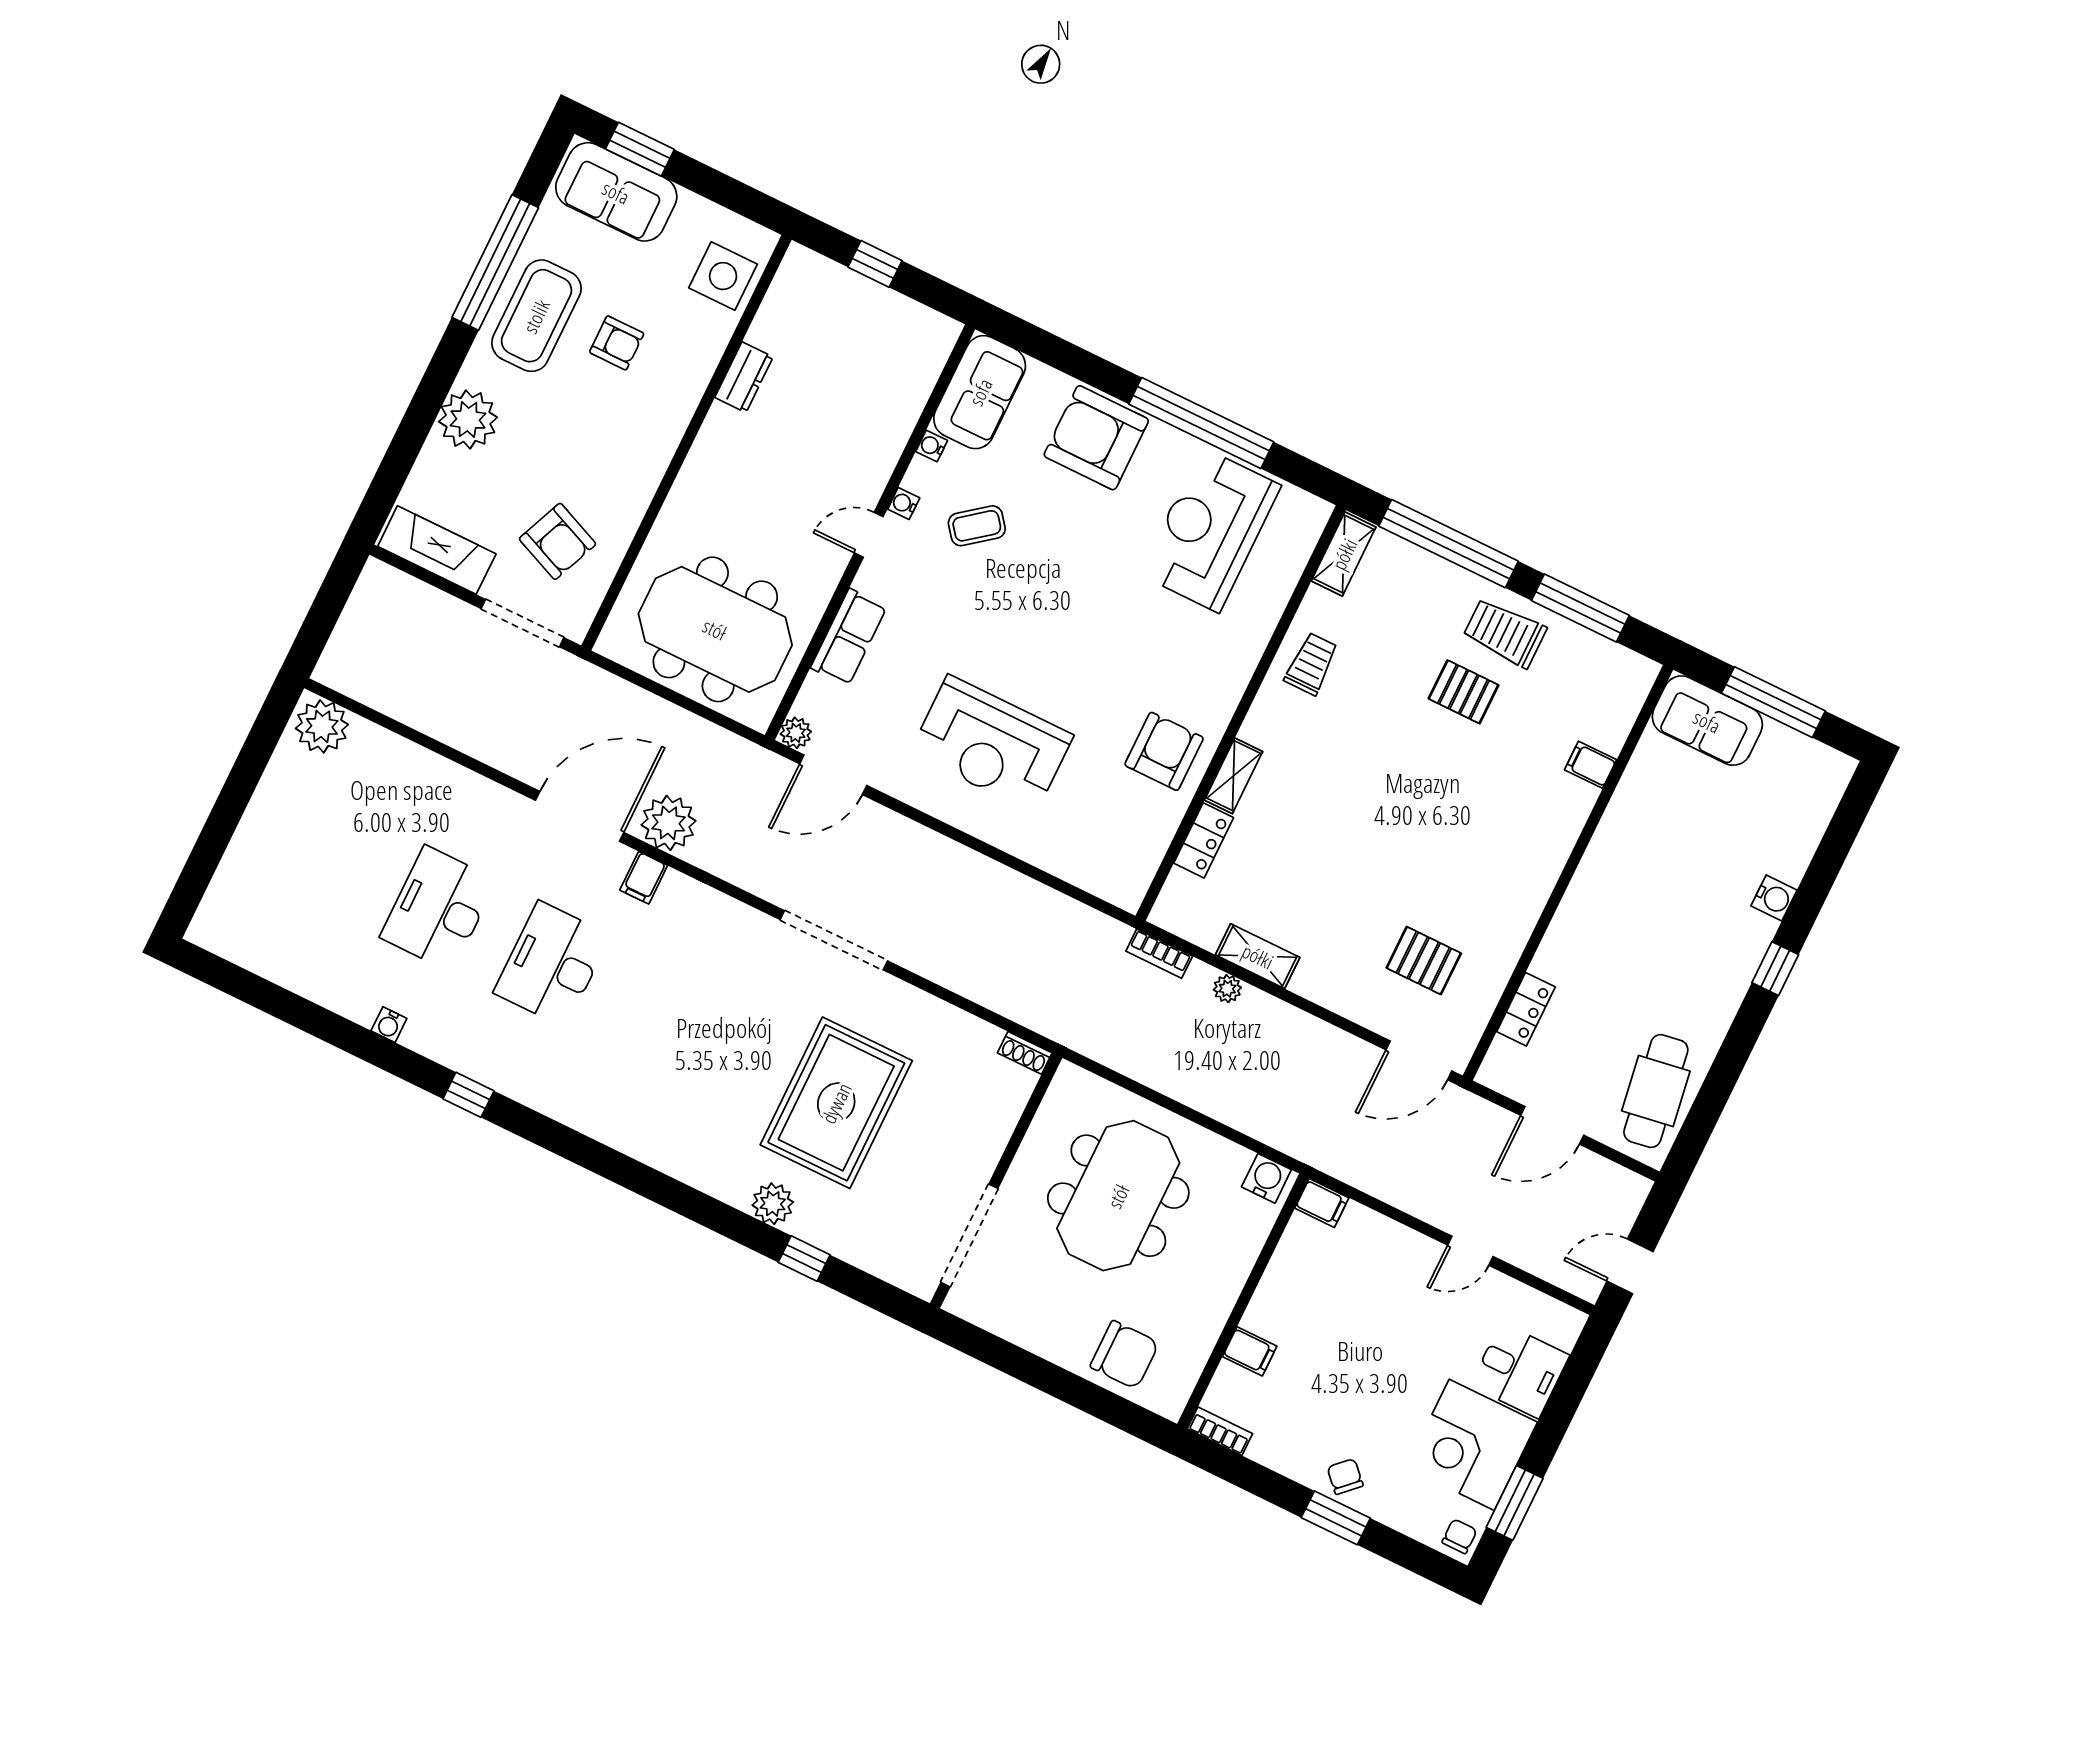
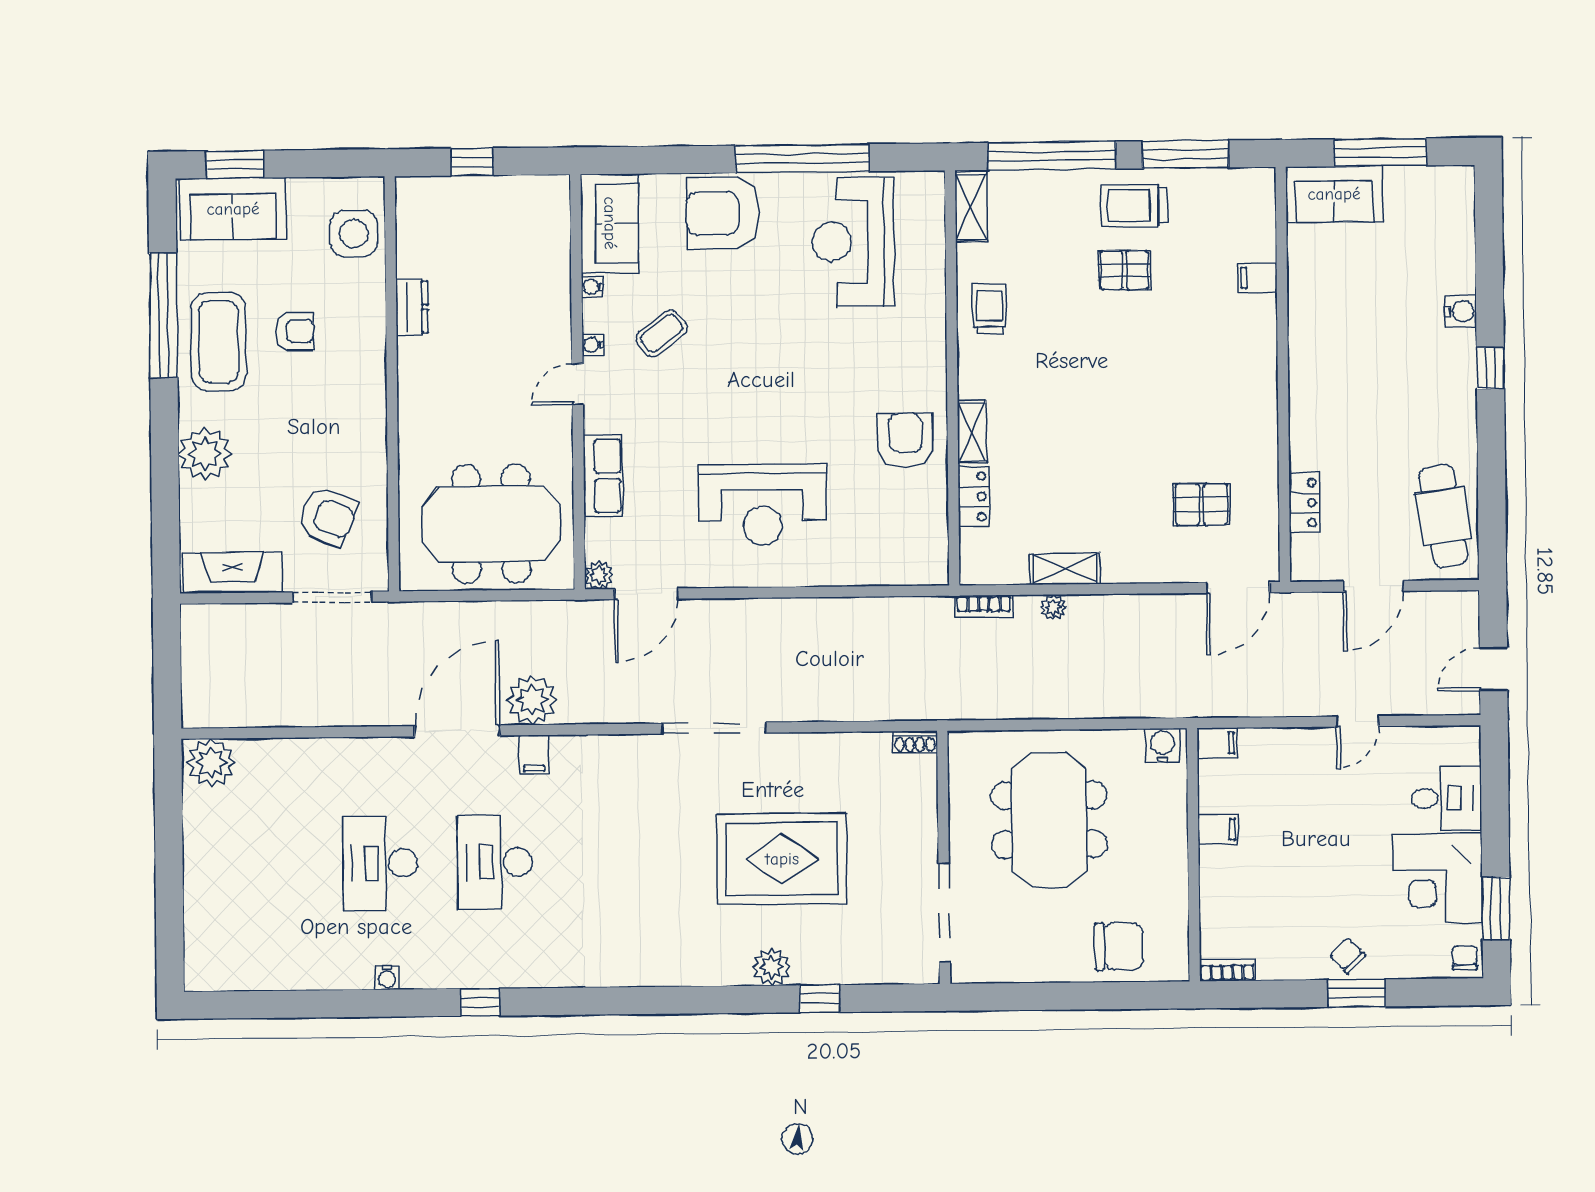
rug: (836, 1103) -> (782, 859), turned 90
filing cabinet: (1250, 1351) -> (1218, 829), moved

